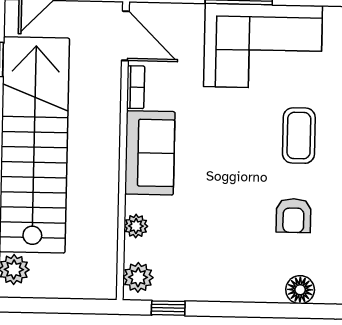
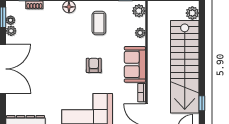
coffee table: (299, 136) -> (99, 23), moved
armchair: (293, 216) -> (94, 65), moved

